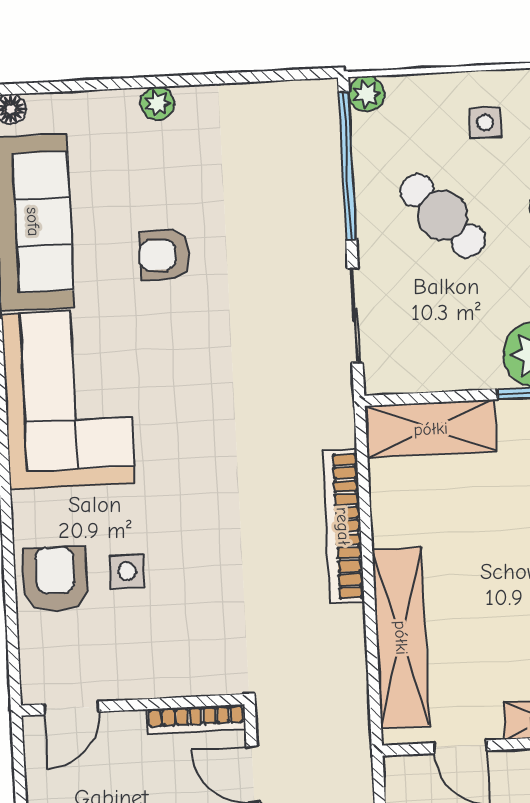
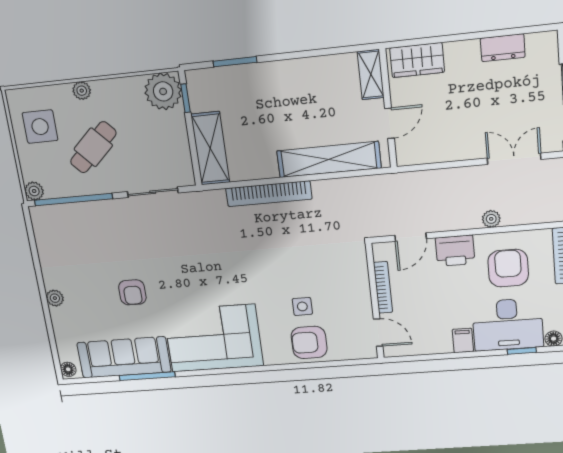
side table: (485, 122) -> (40, 127), width x1.87, depth x1.87
bookcase: (196, 719) -> (383, 287), moved

